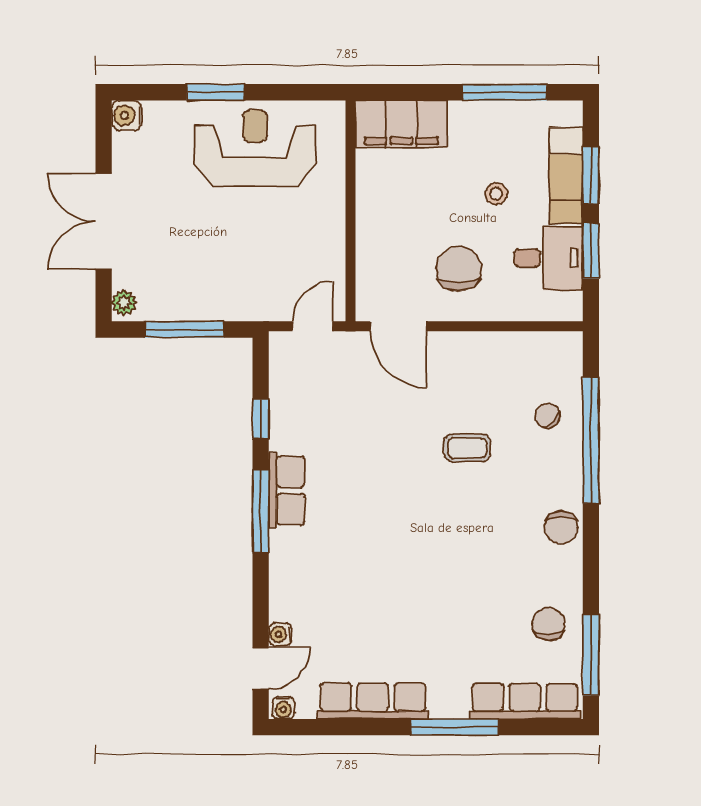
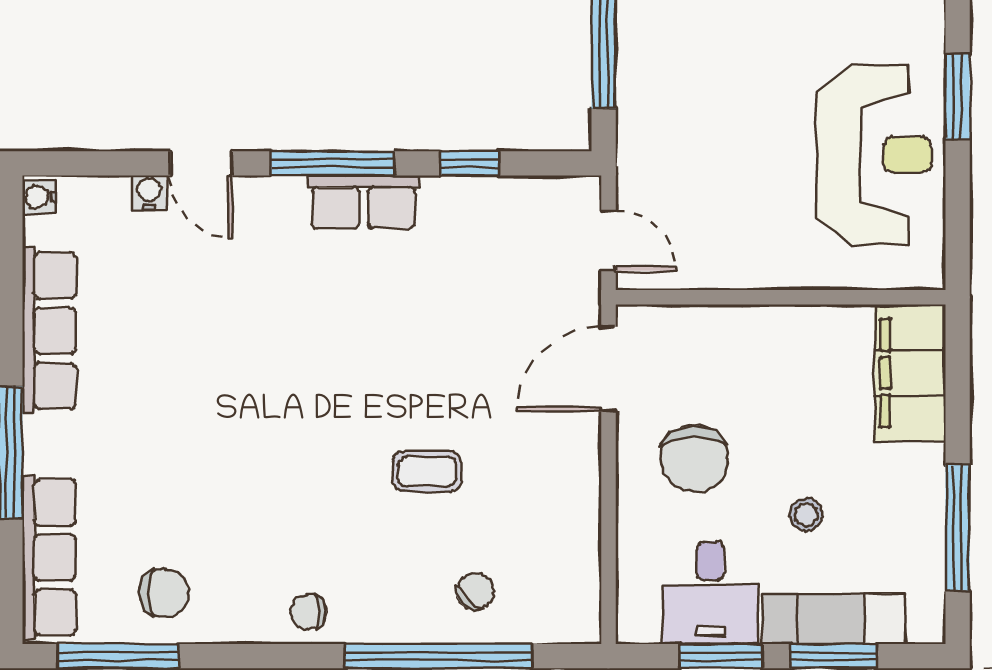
chair: (459, 269) -> (694, 459), turned 90
coffee table: (467, 448) -> (427, 471), turned 90
chair: (561, 527) -> (308, 612), width x0.73, depth x0.73
door: (261, 669) -> (201, 163), moved

